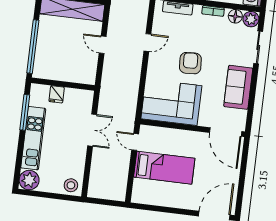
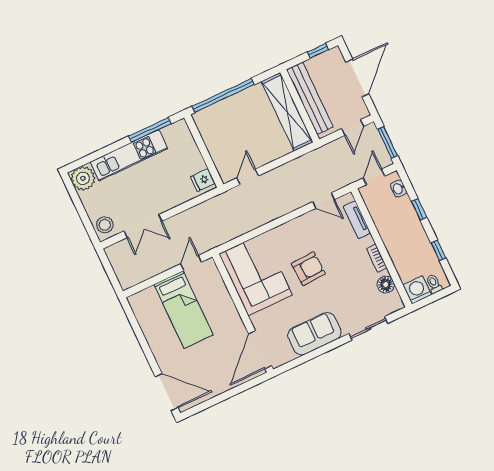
plant: (251, 19) -> (393, 303), removed
door: (147, 42) -> (324, 201), moved
door: (103, 45) -> (248, 177), moved
fridge: (57, 94) -> (203, 180), moved
double door: (92, 130) -> (143, 226), moved

